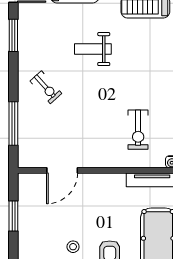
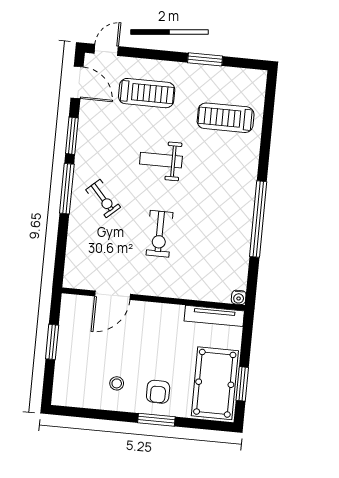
window: (13, 124) -> (67, 189), moved
exercise bike: (138, 130) -> (160, 234), moved

